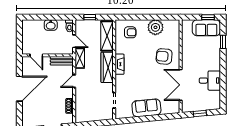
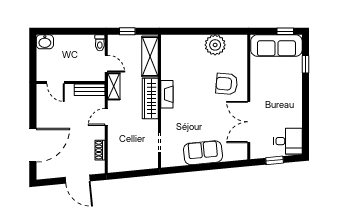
washbasin: (51, 25) -> (45, 42), moved
sofa: (206, 28) -> (276, 45), width x1.36
armchair: (130, 32) -> (181, 52), removed
desk: (210, 81) -> (288, 141), moved
door: (19, 89) -> (33, 145), moved

